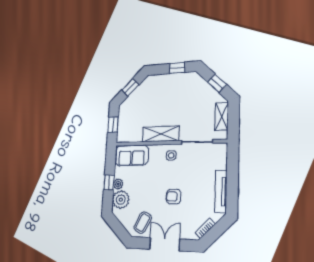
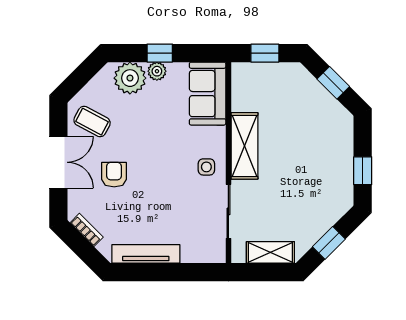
armchair: (174, 197) -> (114, 175), moved

